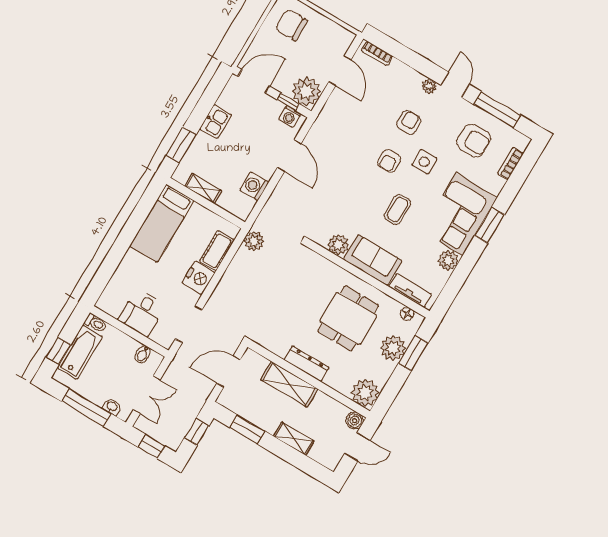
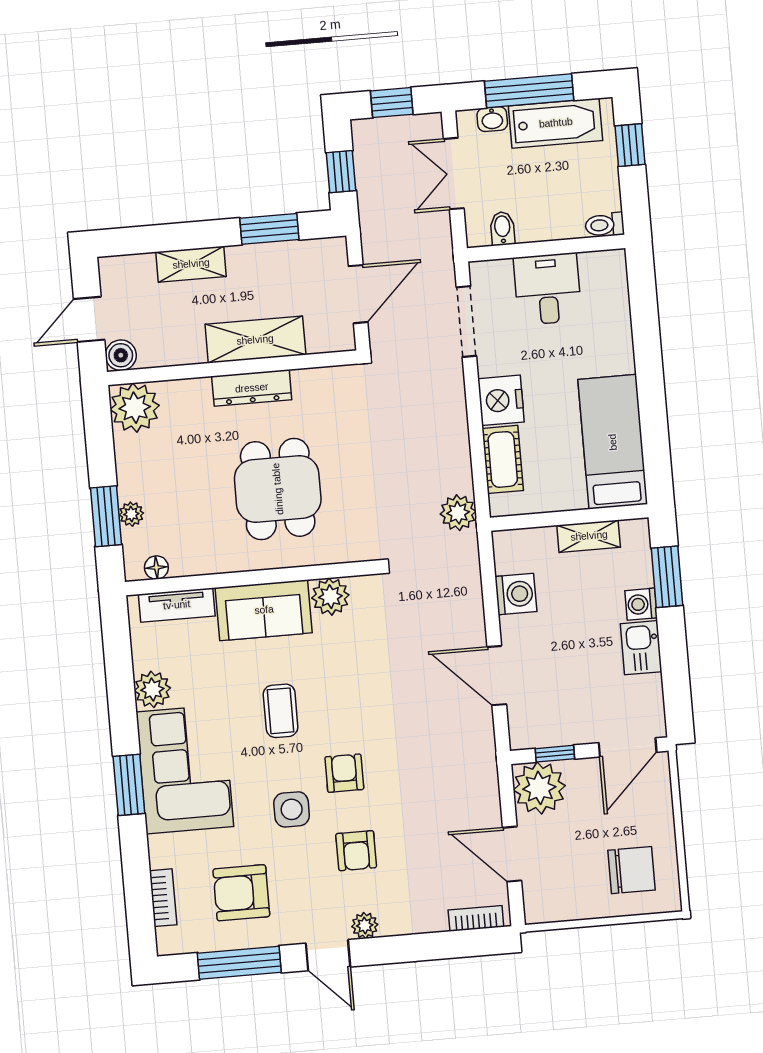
washing machine: (290, 117) -> (641, 604), moved, turned -90
dining table: (348, 318) -> (278, 489), moved
plant: (393, 348) -> (131, 514), width x0.53, depth x0.53
bathtub: (80, 352) -> (556, 123), moved, turned -90

